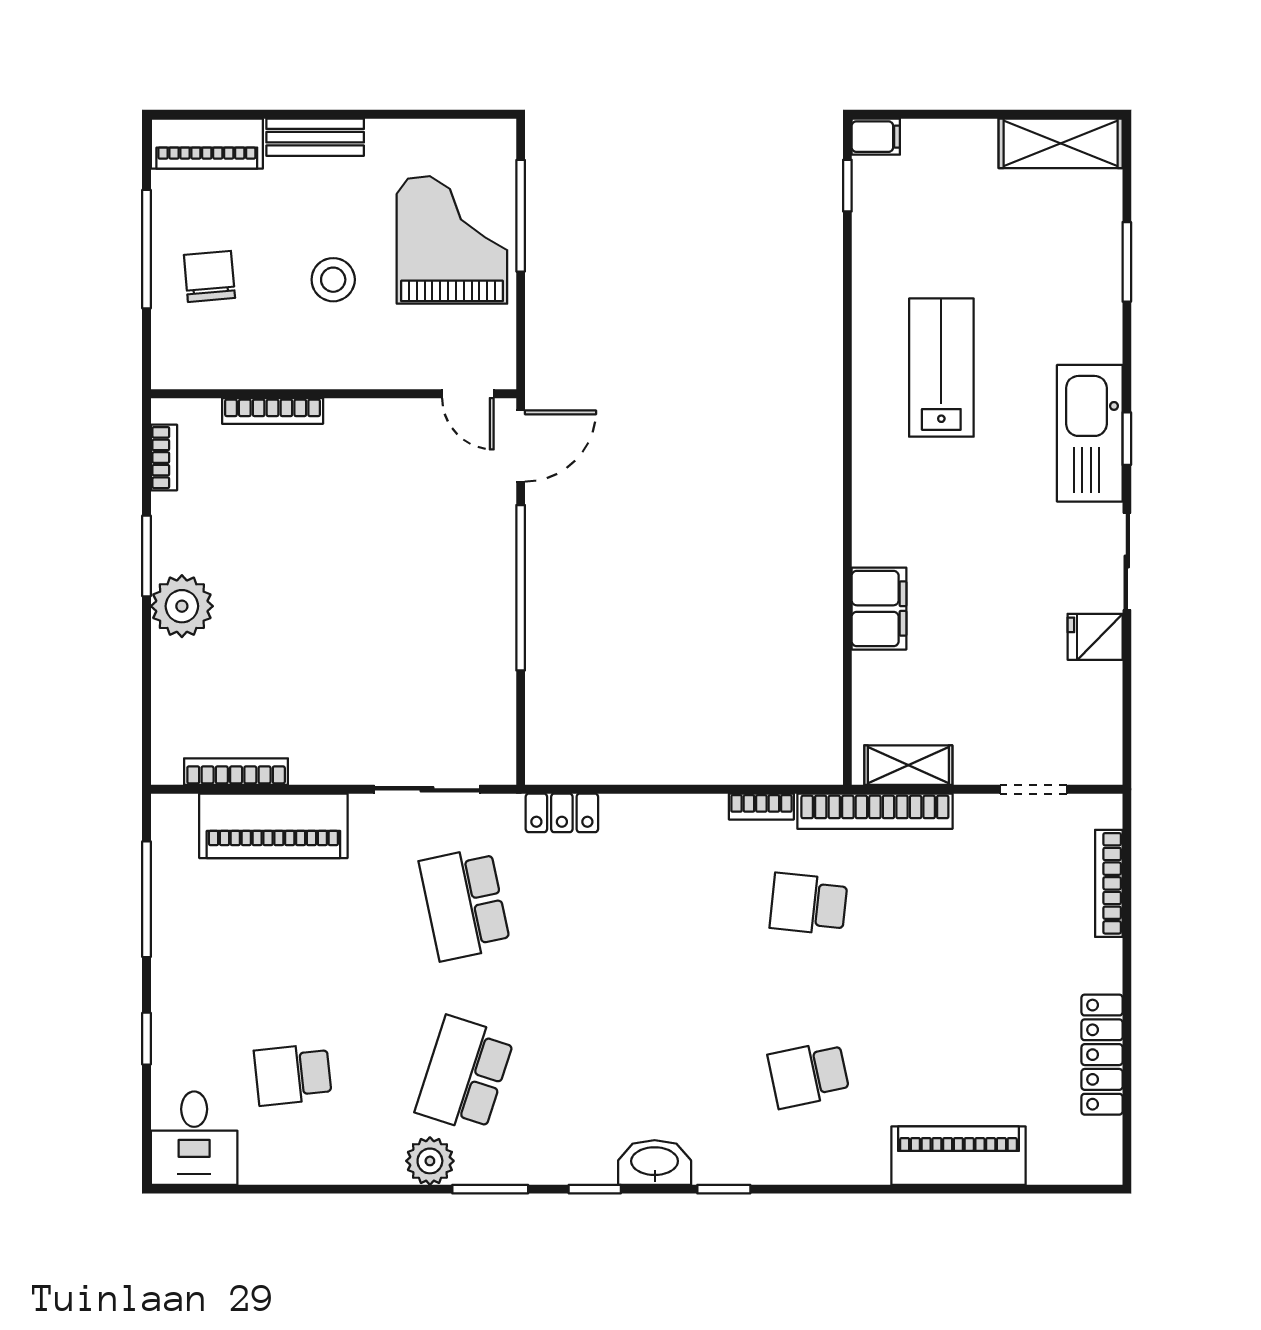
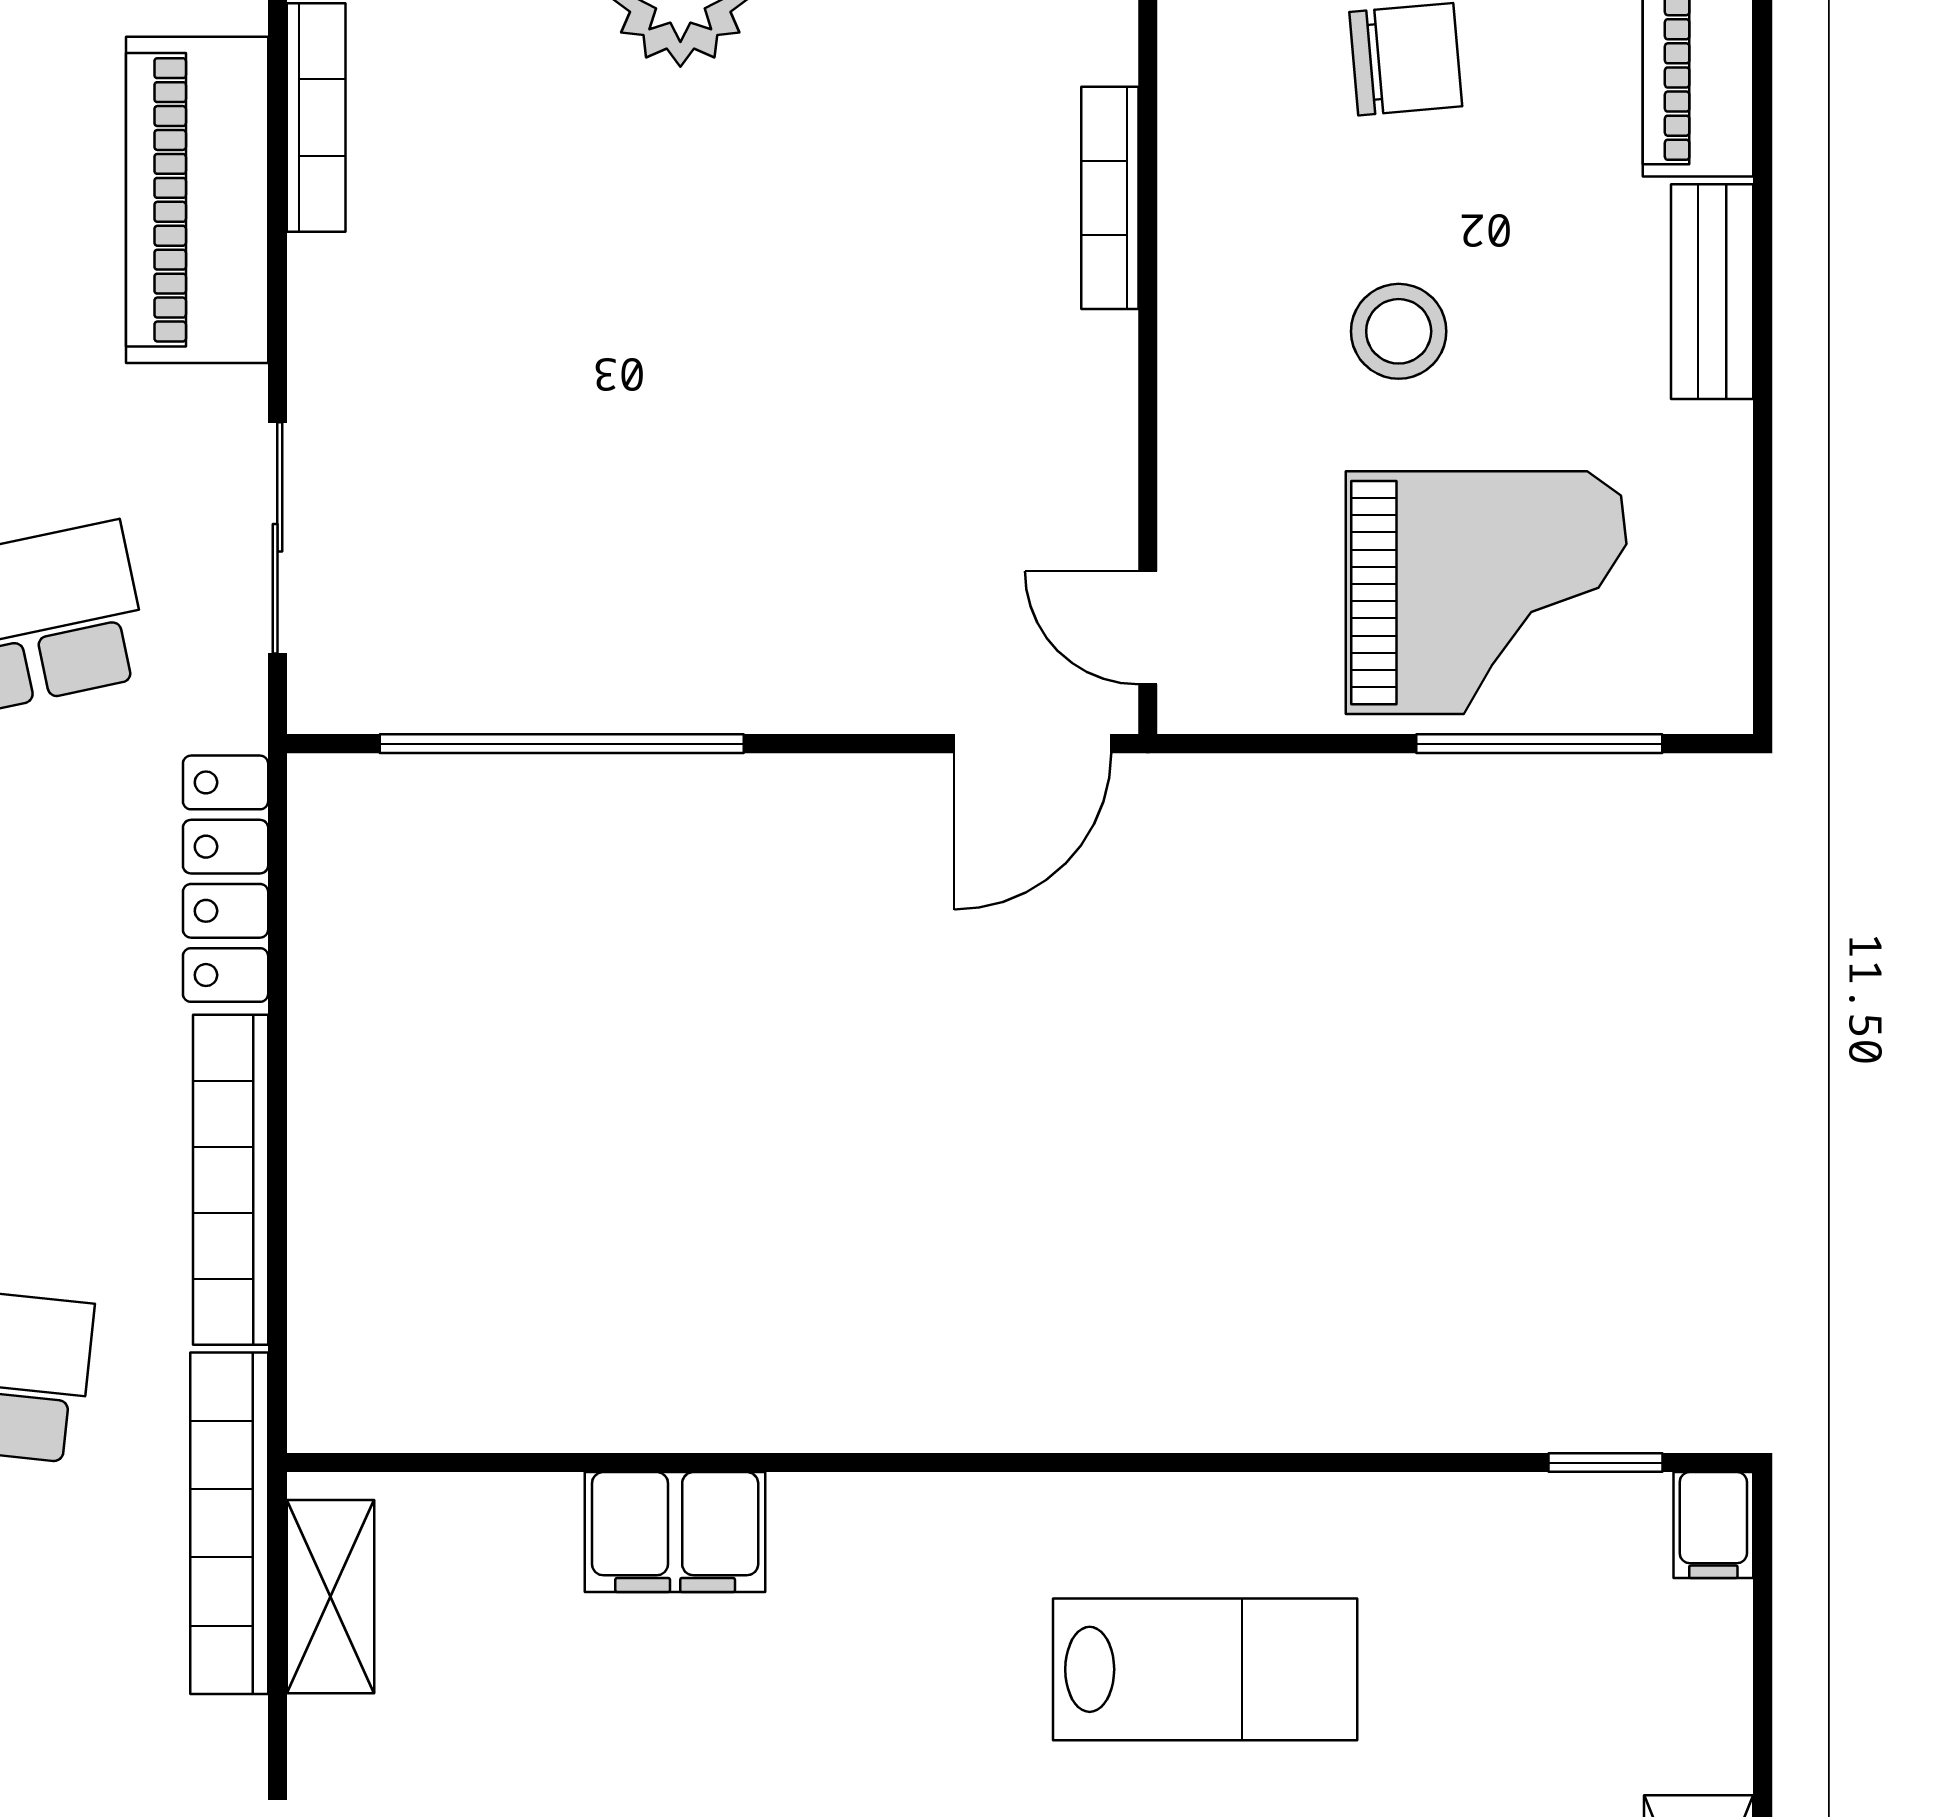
door: (468, 394) -> (1148, 628), hinge flipped
door: (521, 446) -> (1033, 744), hinge flipped
window: (521, 588) -> (562, 744), moved
bookcase: (761, 807) -> (231, 1180), width x2.31, depth x1.31
locker: (562, 813) -> (226, 879), width x1.53

